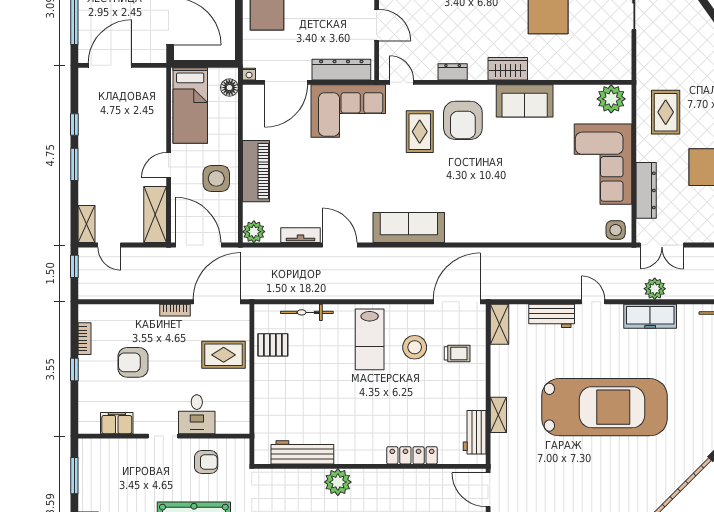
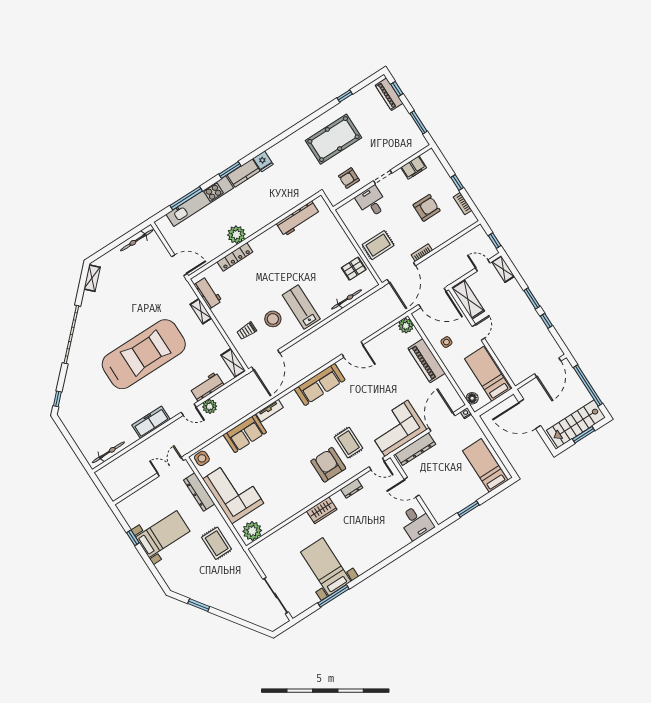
sofa: (525, 101) -> (245, 434), moved, turned 180
side table: (216, 178) -> (446, 342), width x0.54, depth x0.54
tv unit: (301, 235) -> (270, 411), moved
plant: (655, 289) -> (210, 406), moved
car: (604, 407) -> (144, 354), turned 180
plant: (338, 482) -> (236, 235), moved

